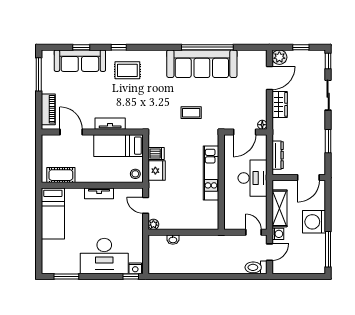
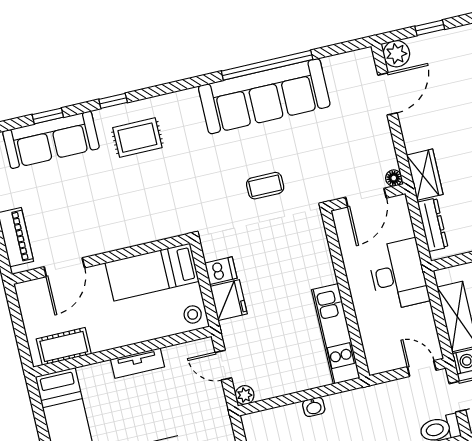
wardrobe: (280, 104) -> (425, 175), moved
tv unit: (110, 124) -> (129, 237), removed
door: (71, 132) -> (64, 267), swing flipped
kitchen unit: (211, 173) -> (336, 334), moved
washbasin: (173, 240) -> (314, 407), moved

